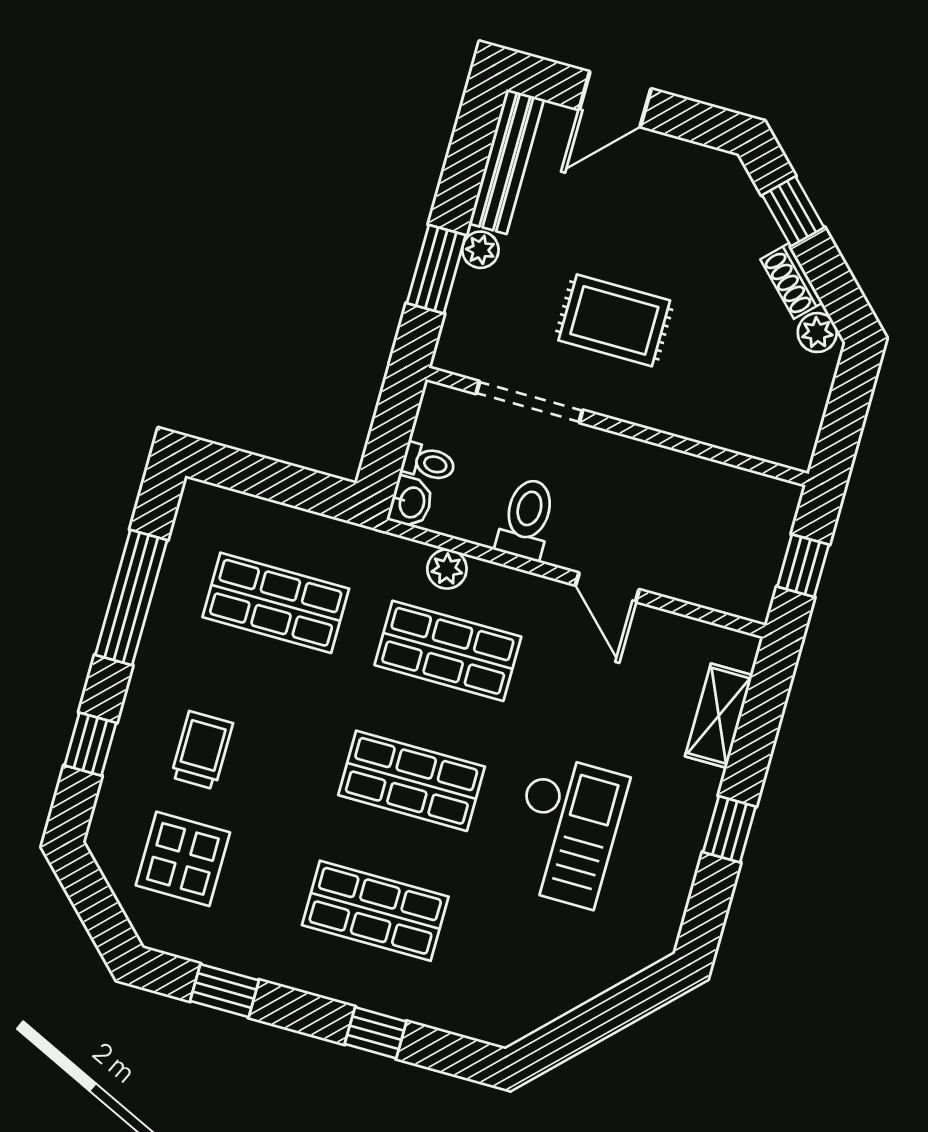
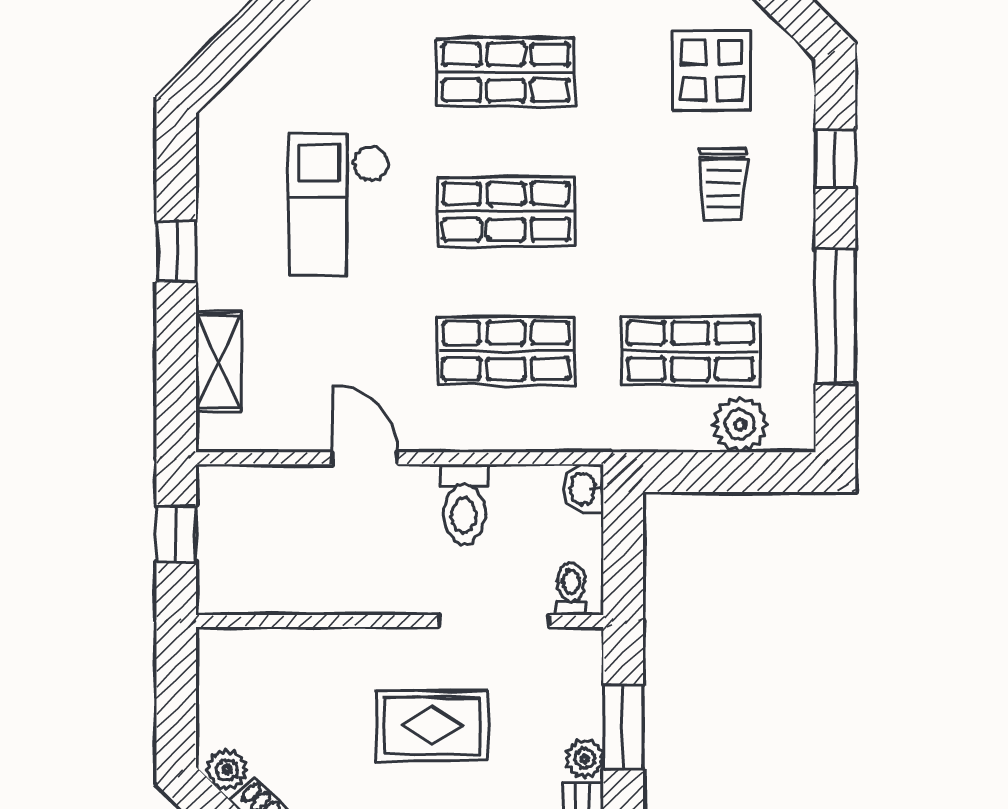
toilet: (428, 462) -> (571, 589), moved, turned 90
plant: (447, 569) -> (740, 424), moved, width x1.38, depth x1.38

